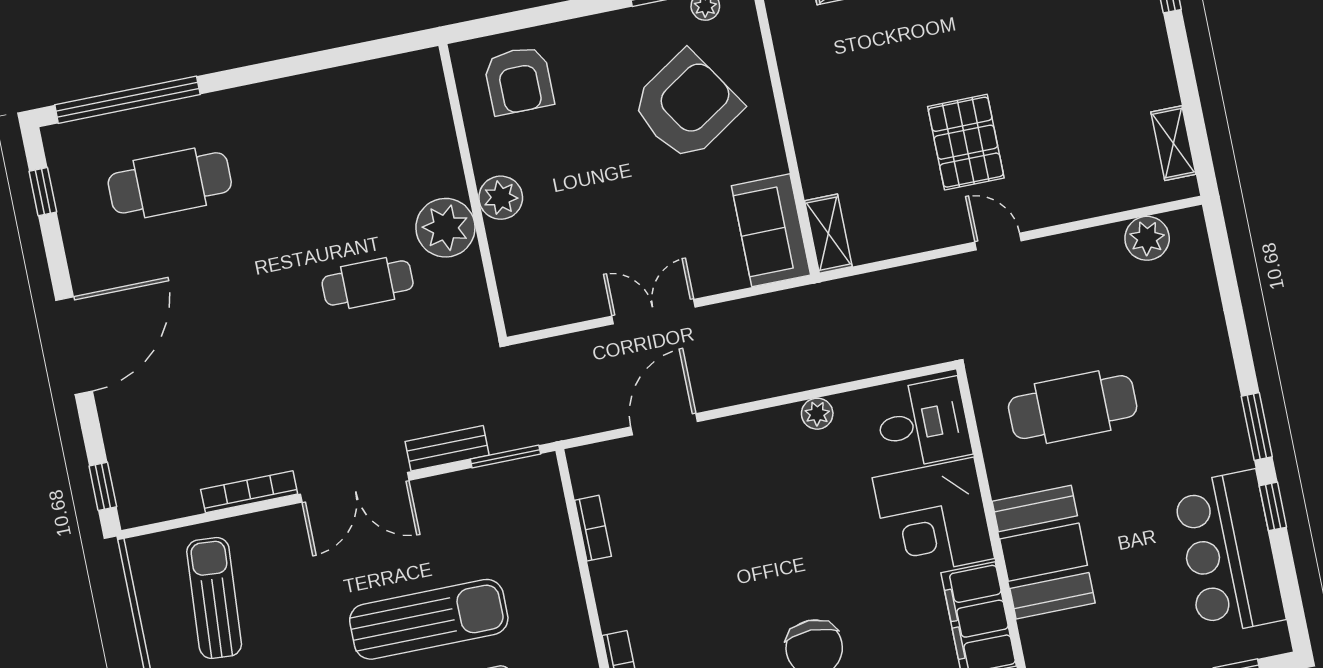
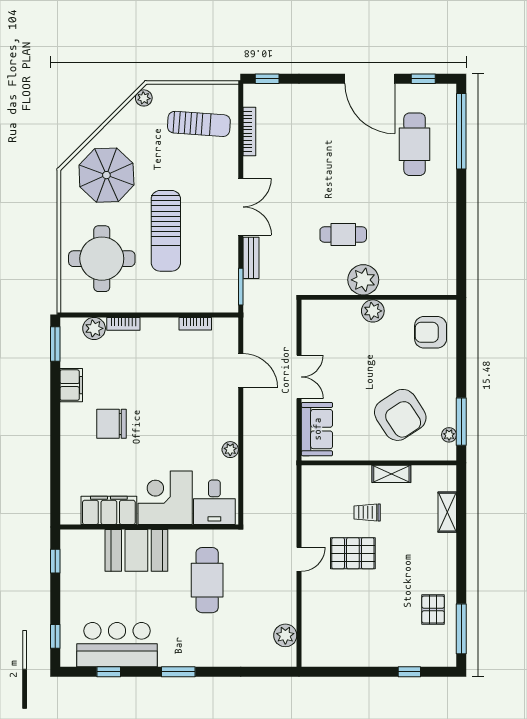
trolley: (883, 131) -> (367, 512), added
shelving: (1173, 143) -> (331, 659), removed
sofa: (771, 230) -> (317, 429), moved, turned 90
shelving: (828, 234) -> (391, 474), moved
cafe table: (368, 283) -> (343, 234), turned 90
door: (74, 346) -> (370, 79), moved
double door: (355, 487) -> (241, 207), swing flipped
bookcase: (249, 492) -> (249, 131), moved
window: (1273, 506) -> (109, 672), moved

